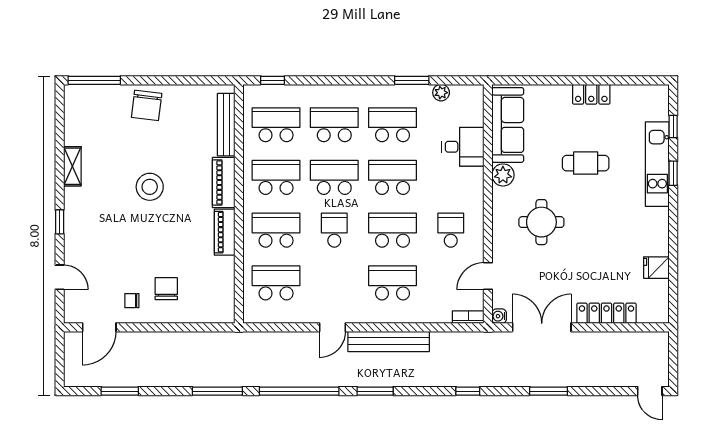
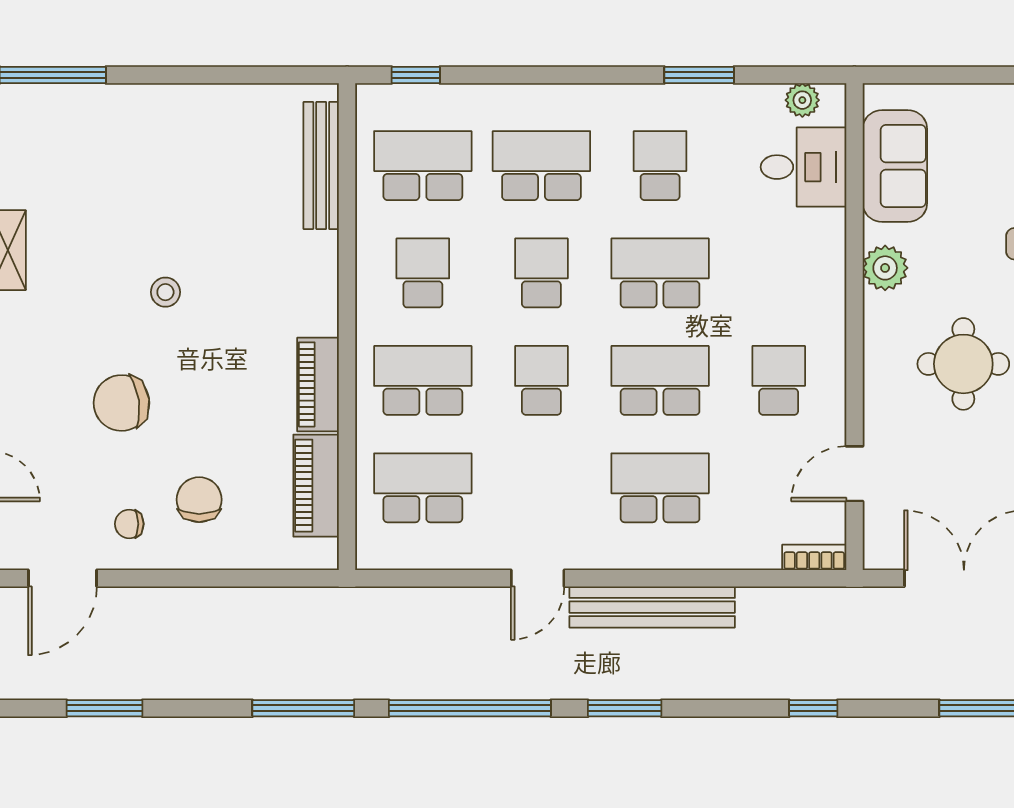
plant: (441, 93) -> (802, 100), moved
chair: (147, 105) -> (122, 403), moved, turned 75
school desk: (393, 125) -> (660, 166), width x0.54
sofa: (508, 125) -> (895, 166), width x0.73
desk: (463, 147) -> (803, 167), moved
school desk: (276, 177) -> (423, 273), width x0.54
school desk: (334, 177) -> (541, 273), width x0.54
piano: (224, 183) -> (316, 486), moved
stool: (150, 187) -> (165, 292), width x0.53, depth x0.53
water cooler: (499, 316) -> (877, 556), removed

